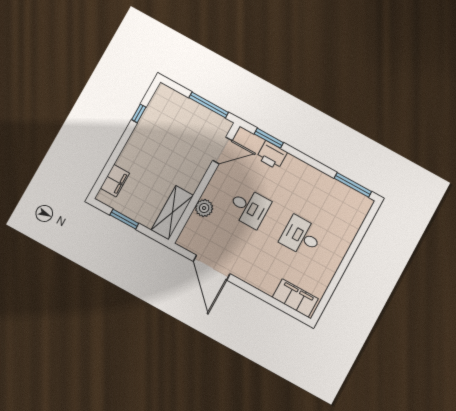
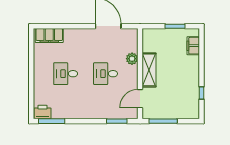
printer: (272, 155) -> (43, 112), moved
shelving: (172, 213) -> (149, 70), moved
desk: (301, 236) -> (66, 74), turned 180

